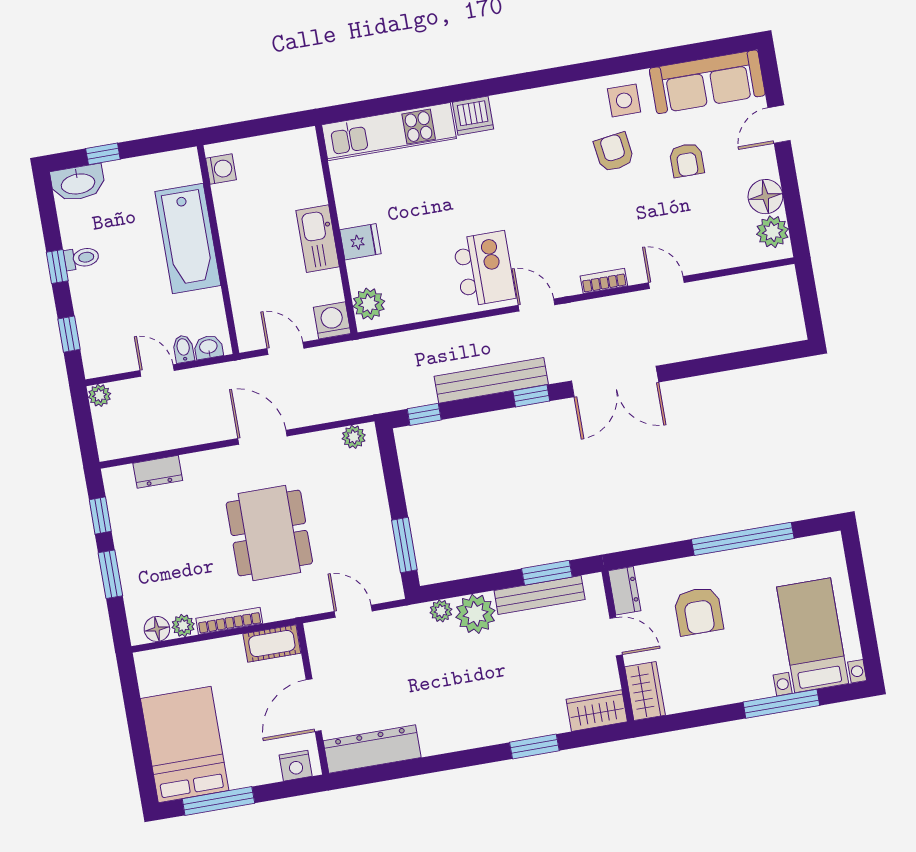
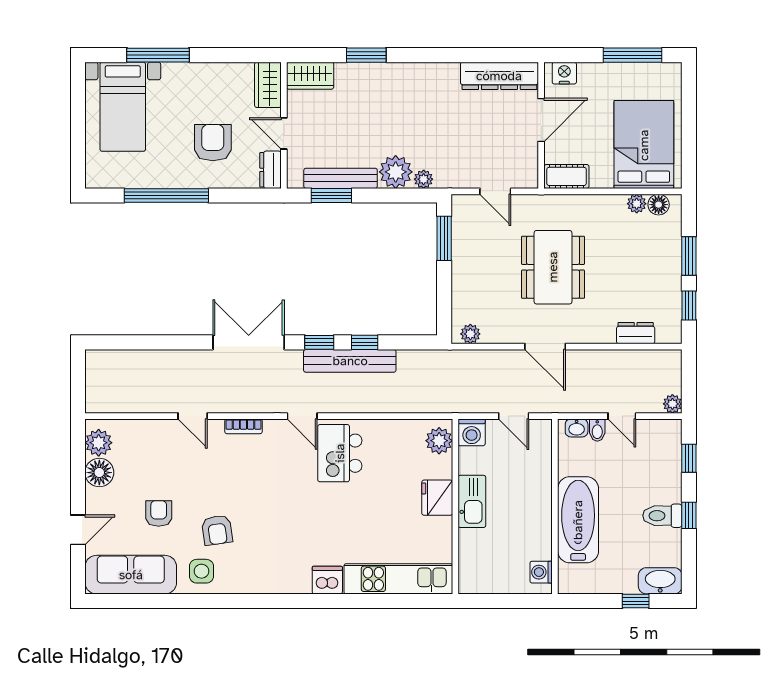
fridge: (360, 242) -> (437, 498), width x1.38
toilet: (81, 258) -> (662, 516), width x1.37, depth x1.39
window: (424, 414) -> (365, 342), moved
bookcase: (229, 621) -> (598, 201), removed
bed: (185, 745) -> (644, 145), moved, turned 180

